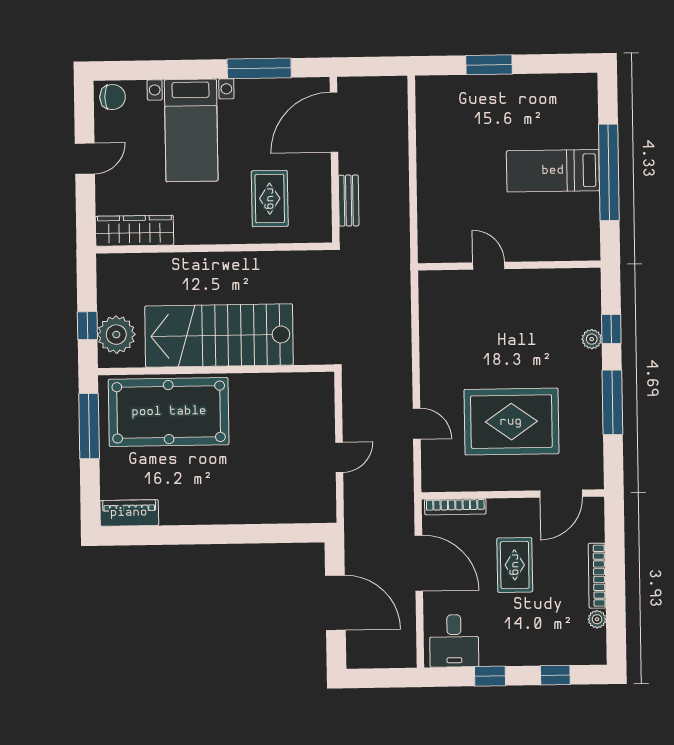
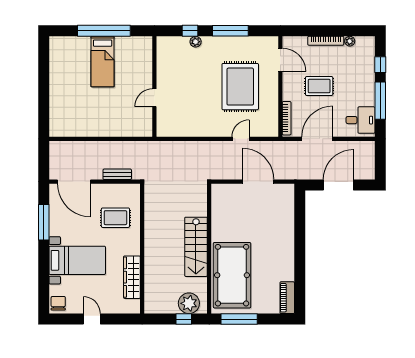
window: (489, 65) -> (44, 96), removed
wardrobe: (135, 231) -> (132, 277), moved
stairs: (219, 335) -> (196, 247), width x0.73, depth x0.66
door: (339, 457) -> (258, 182), width x1.87
window: (490, 676) -> (380, 101), width x2.17

